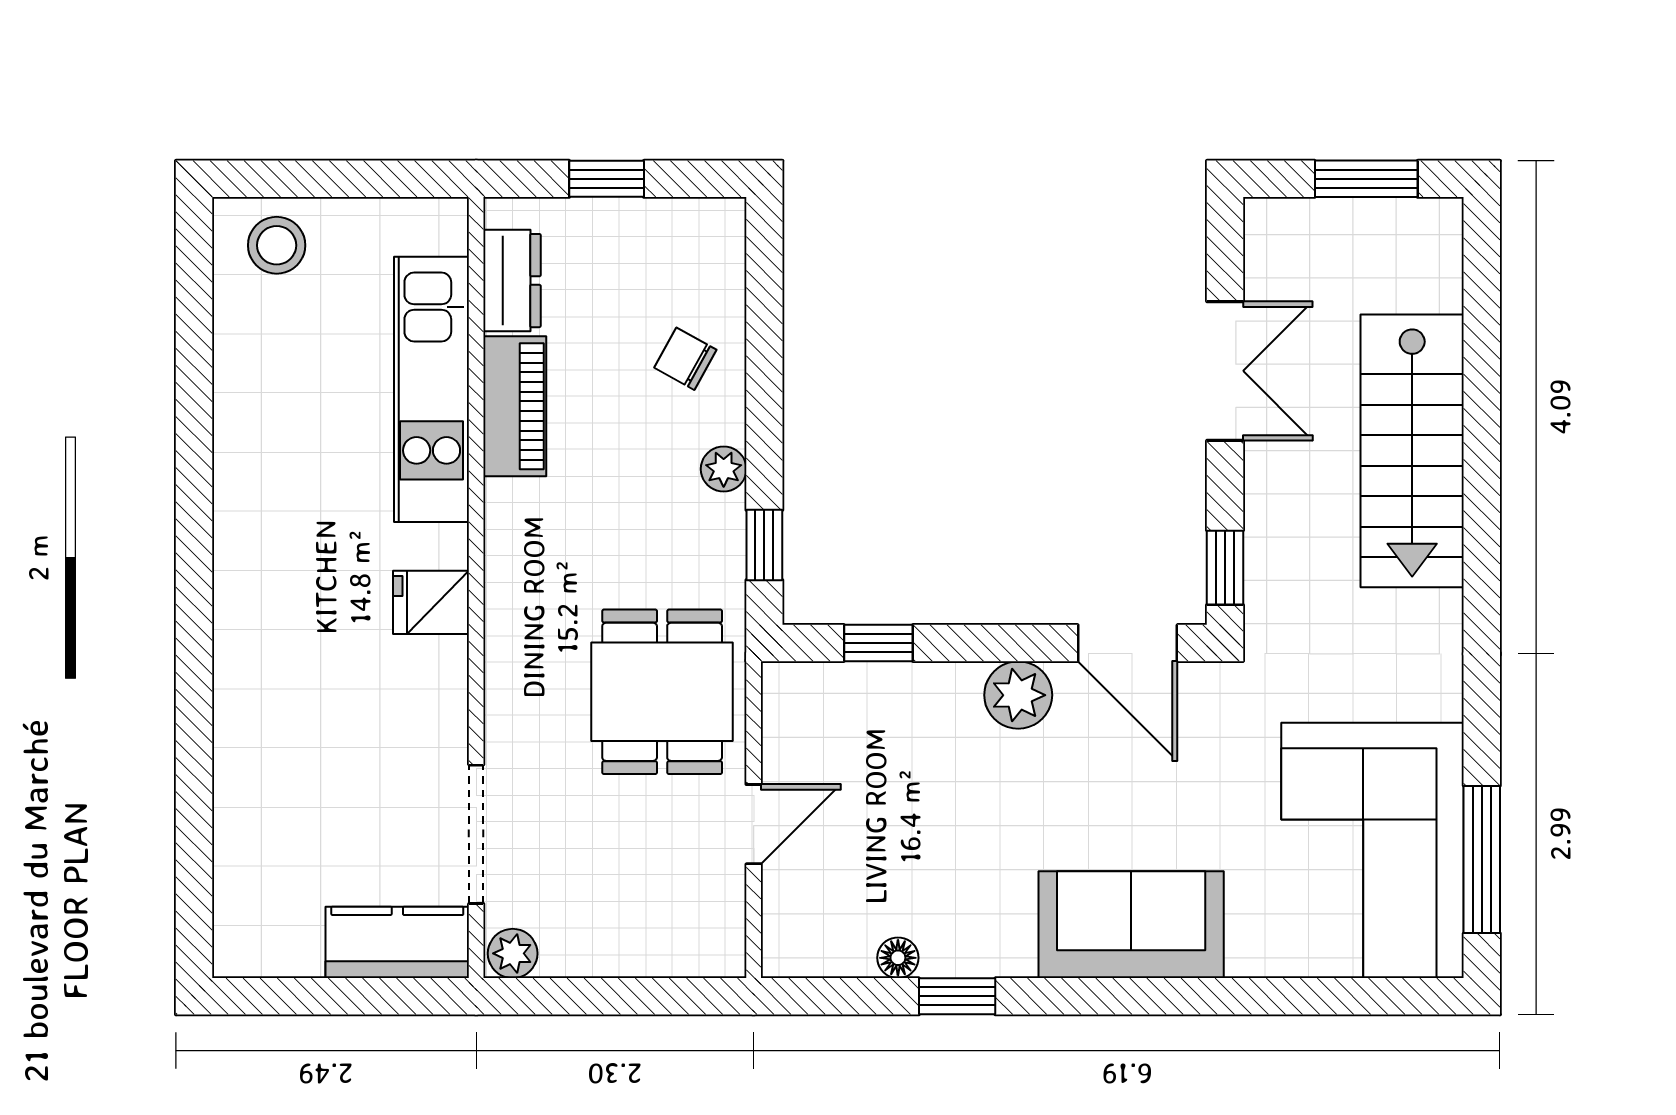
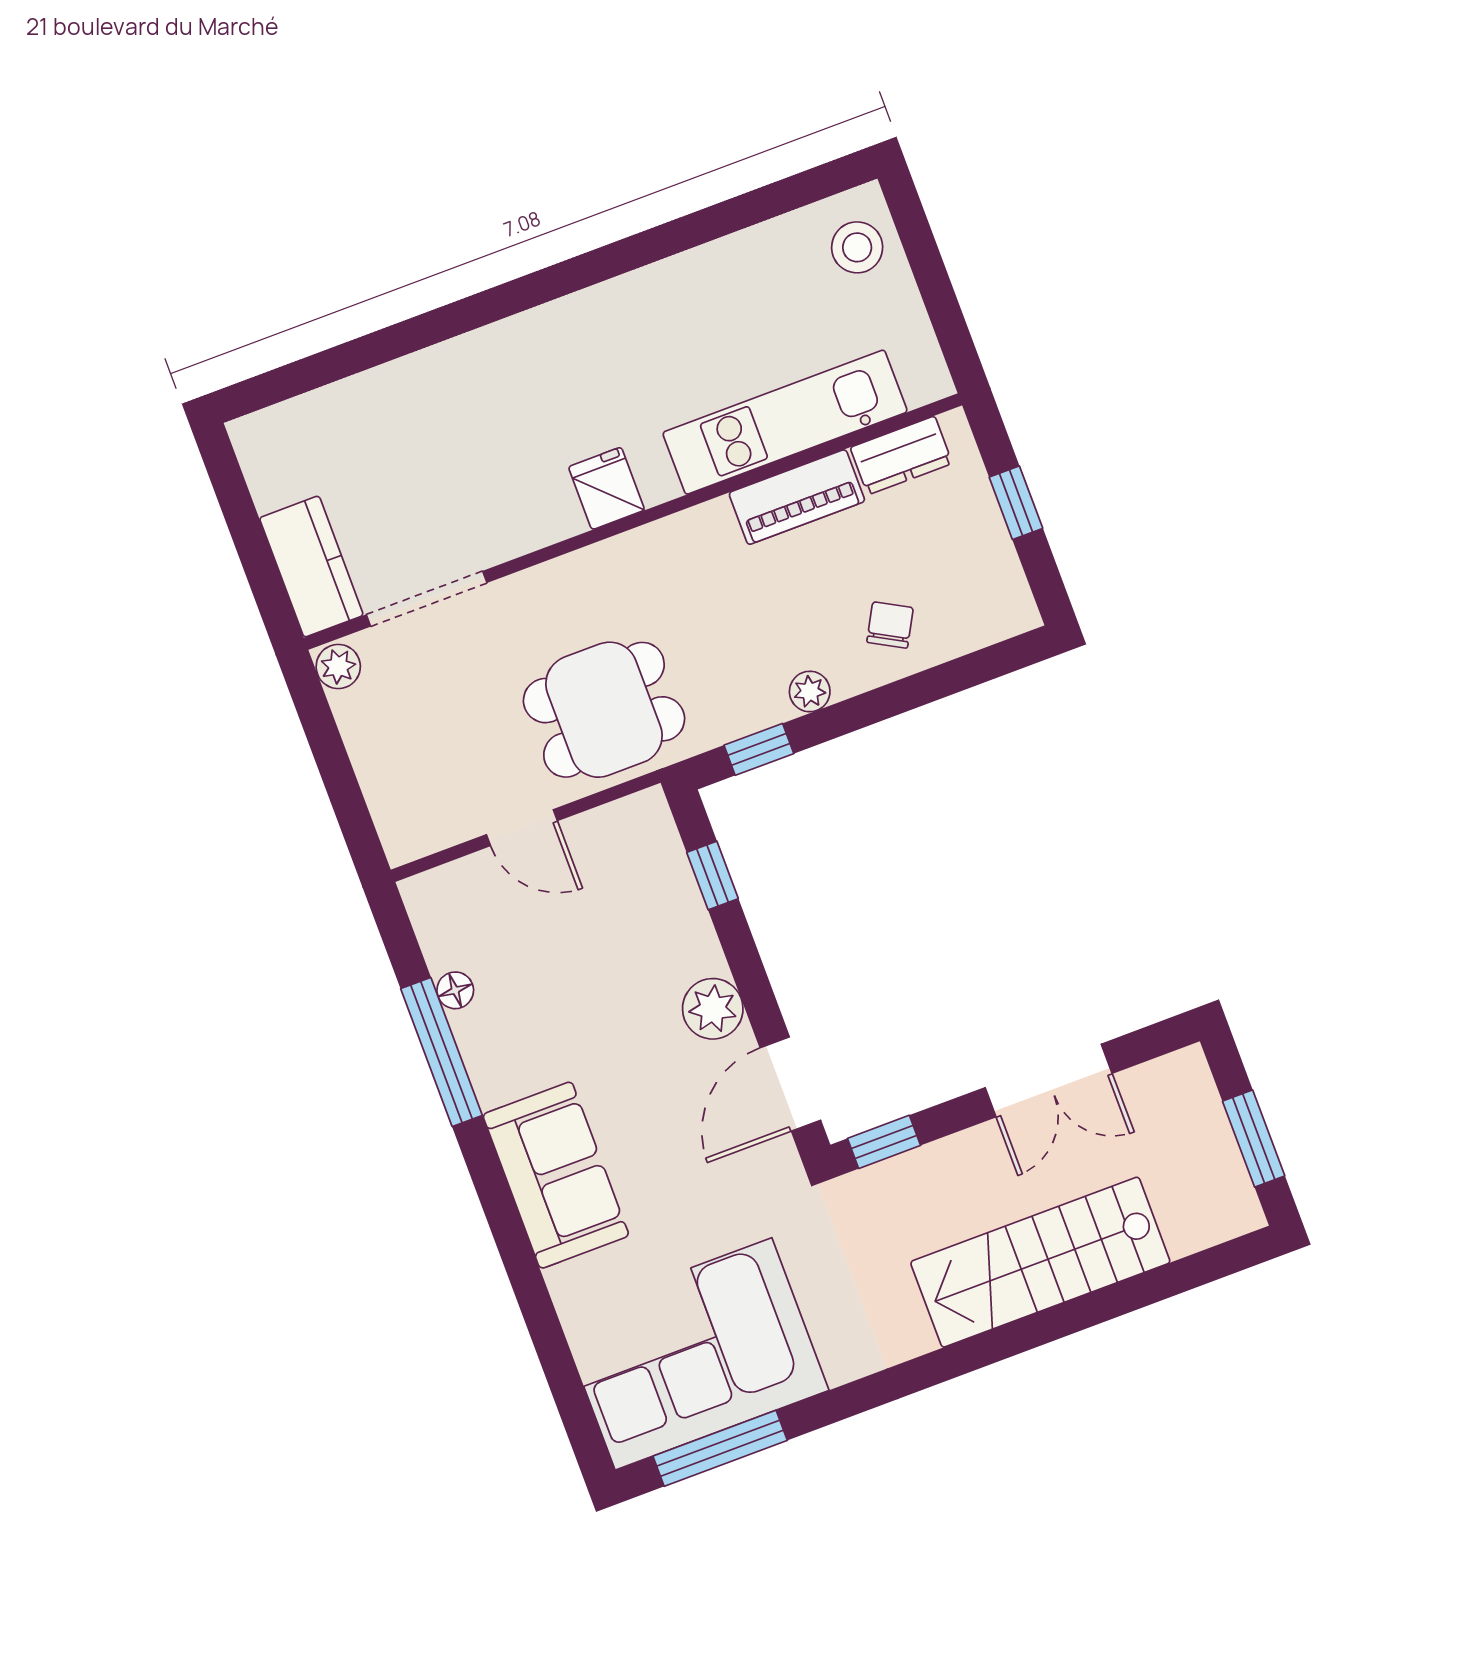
window: (957, 996) -> (441, 1052), width x2.17

